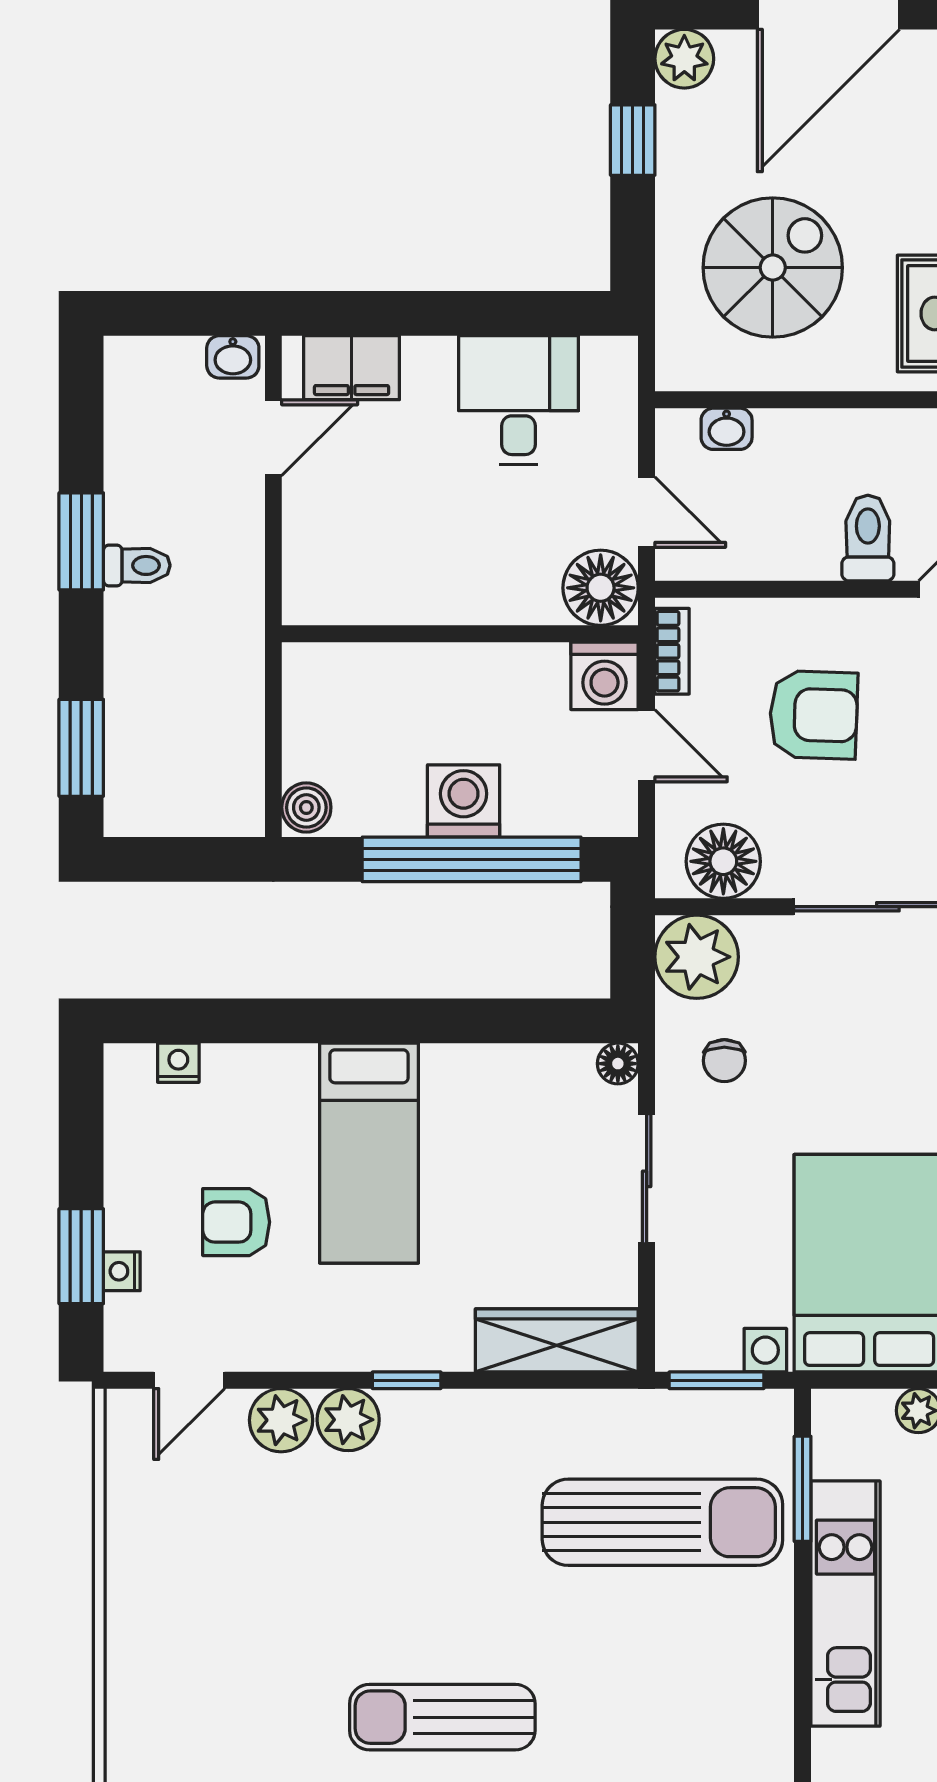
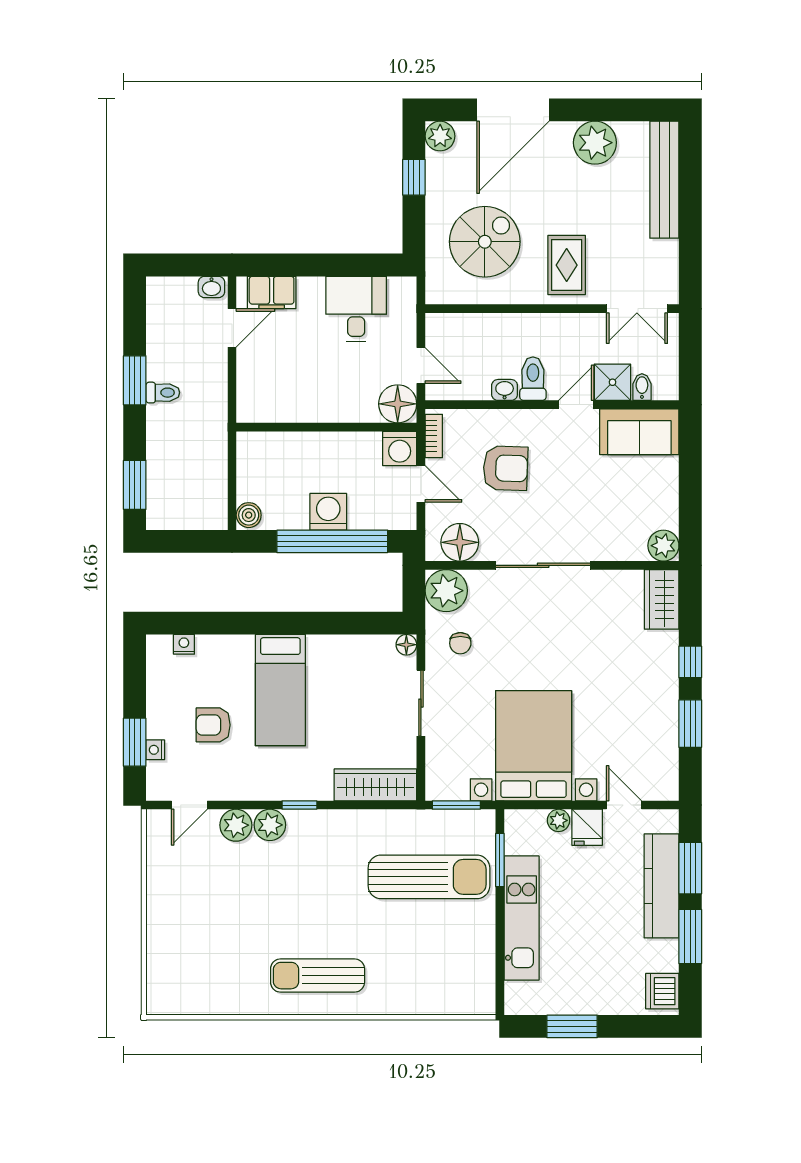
washbasin: (727, 429) -> (505, 390), moved, turned 180

